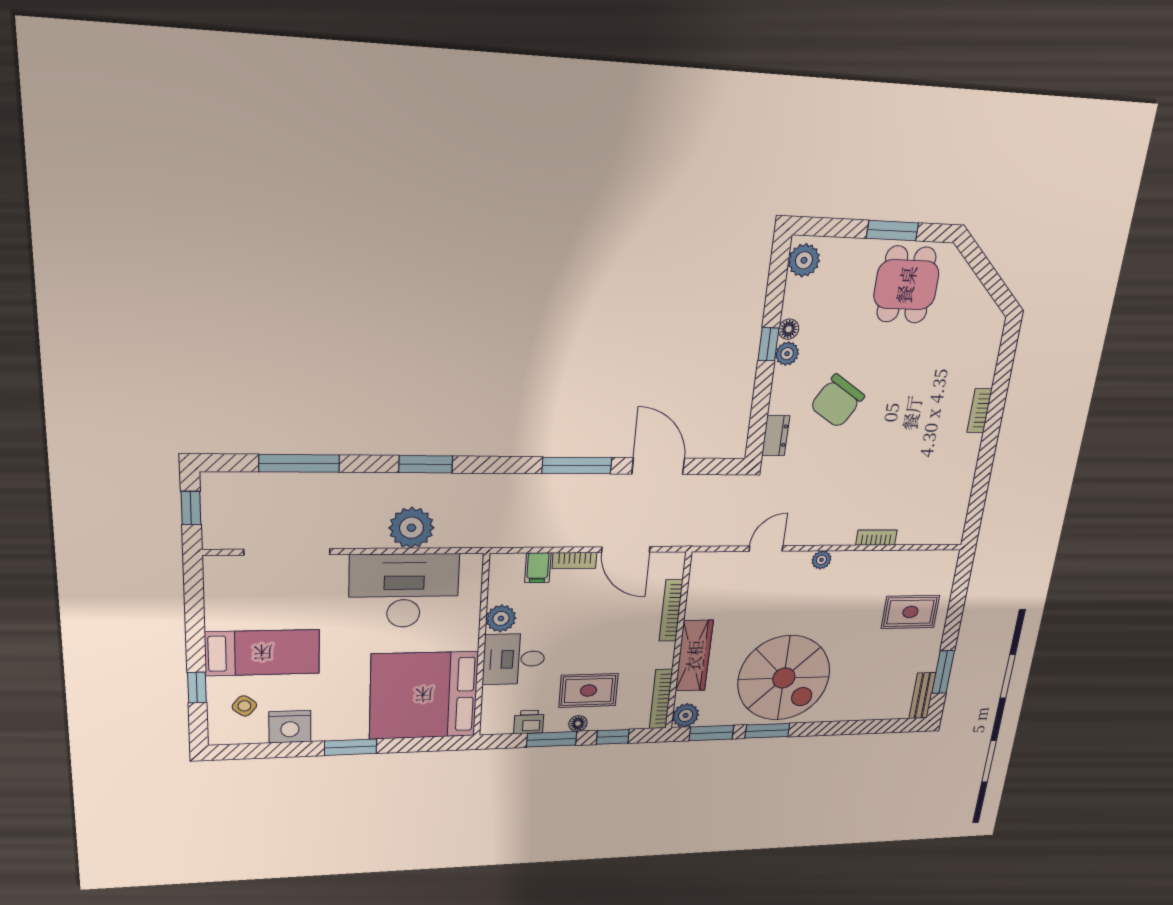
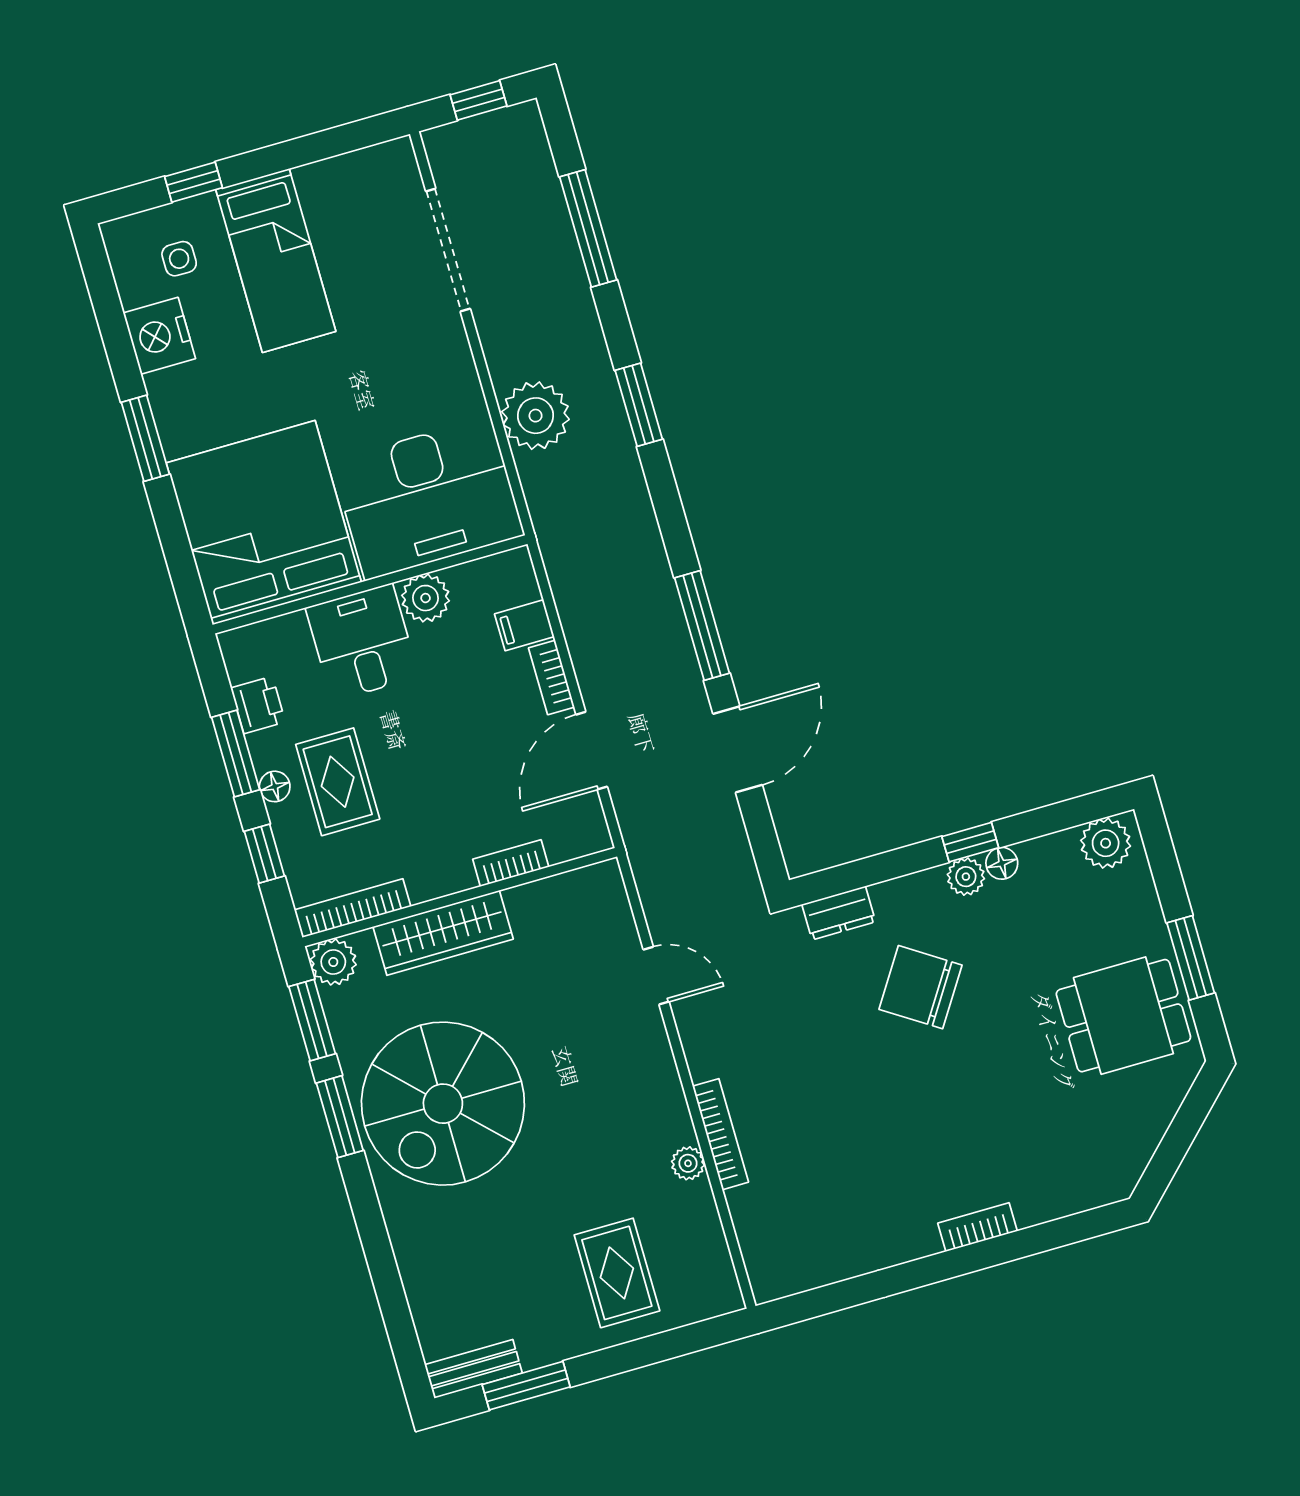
bookcase: (876, 538) -> (720, 1134), width x1.56
plant: (821, 560) -> (688, 1163), moved
desk: (404, 591) -> (428, 498), moved, turned 90
bookcase: (671, 610) -> (511, 863), width x0.64
side table: (244, 706) -> (179, 259), turned -38

